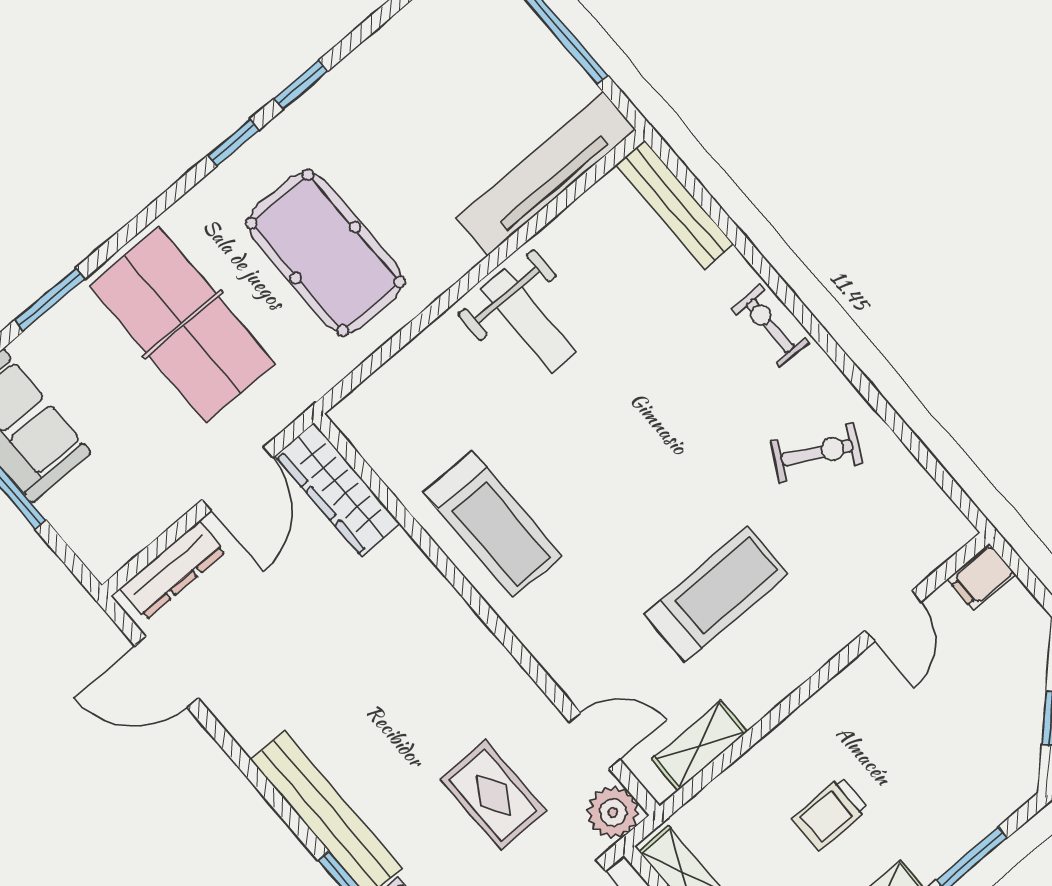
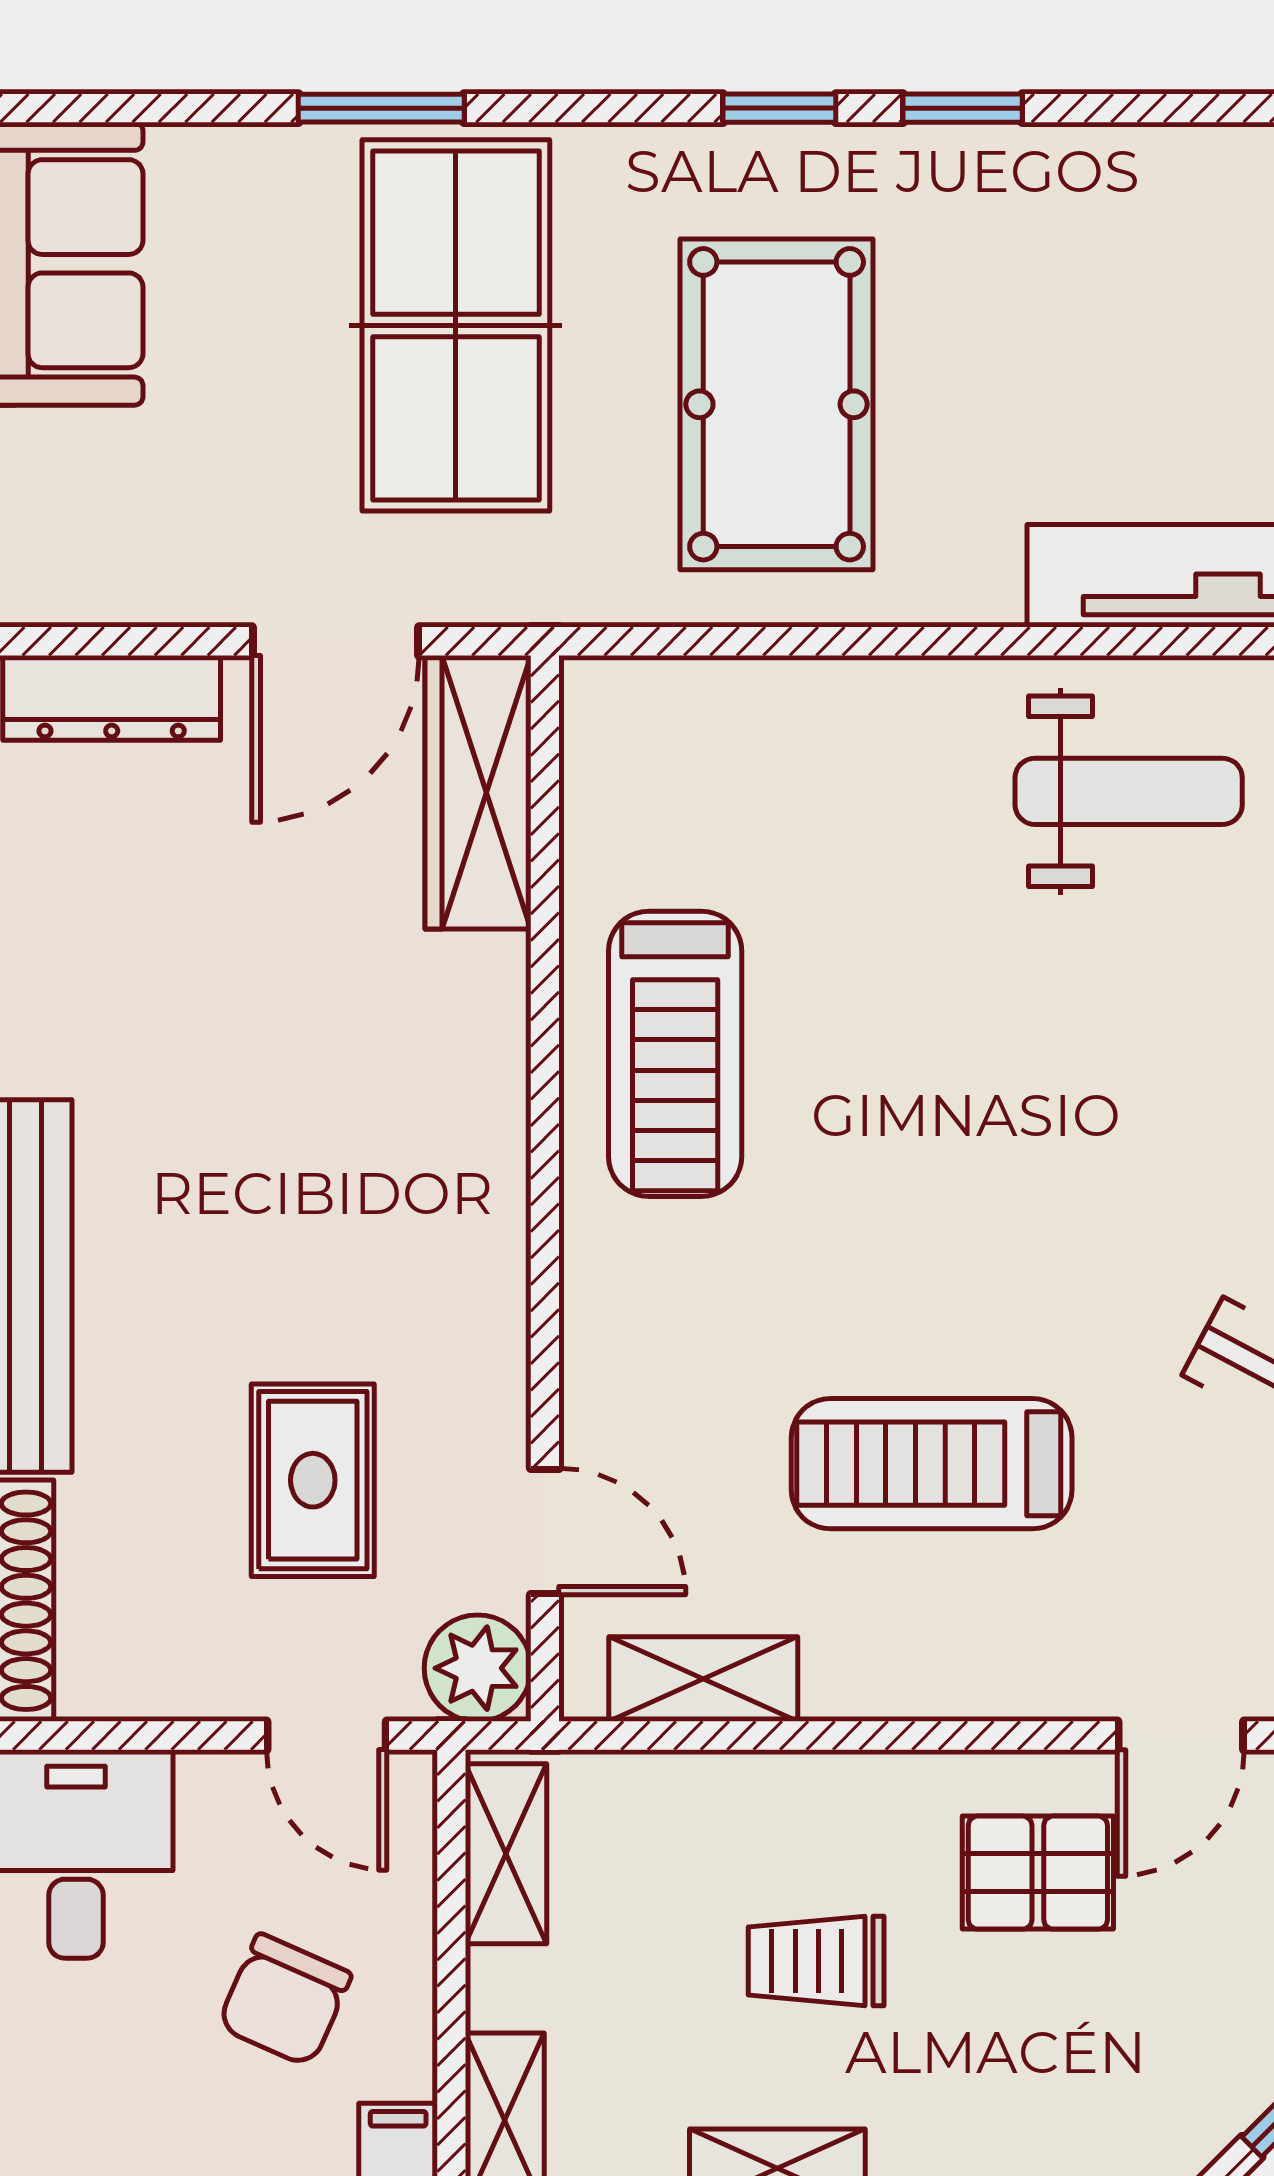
window: (50, 299) -> (381, 108), moved
weight bench: (528, 320) -> (1129, 791), moved, turned -90
treadmill: (716, 594) -> (932, 1464), turned 180
pallet: (884, 711) -> (1038, 1873), added

